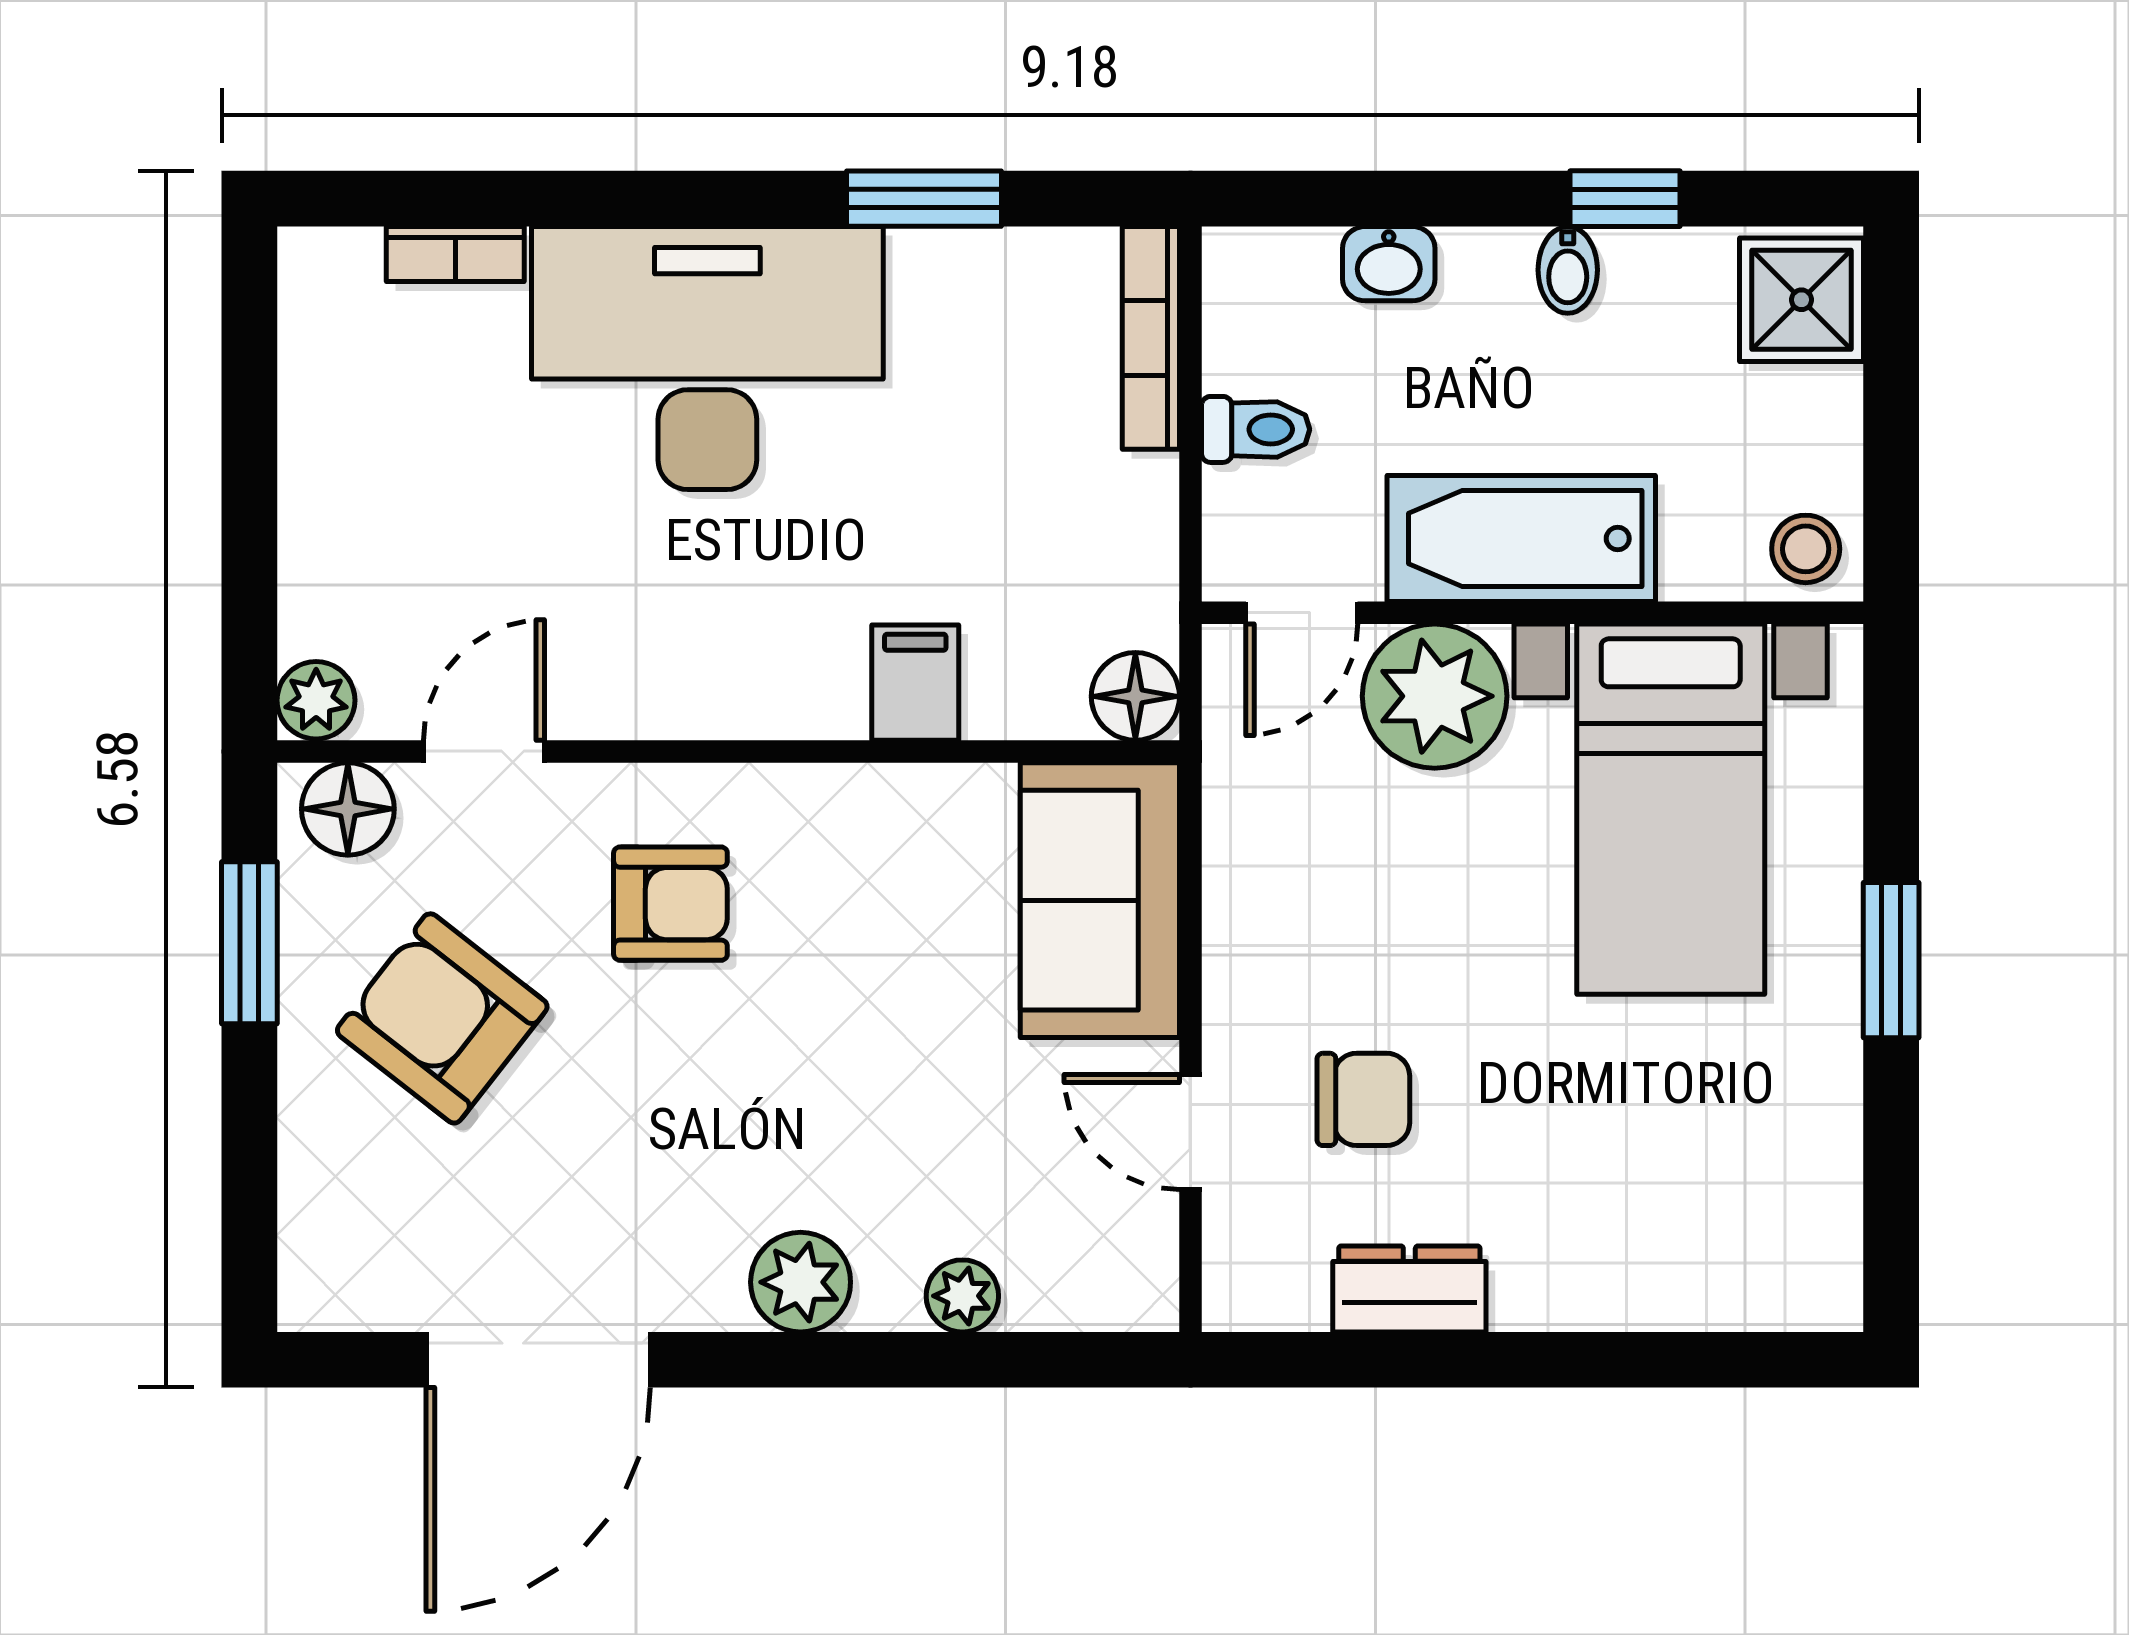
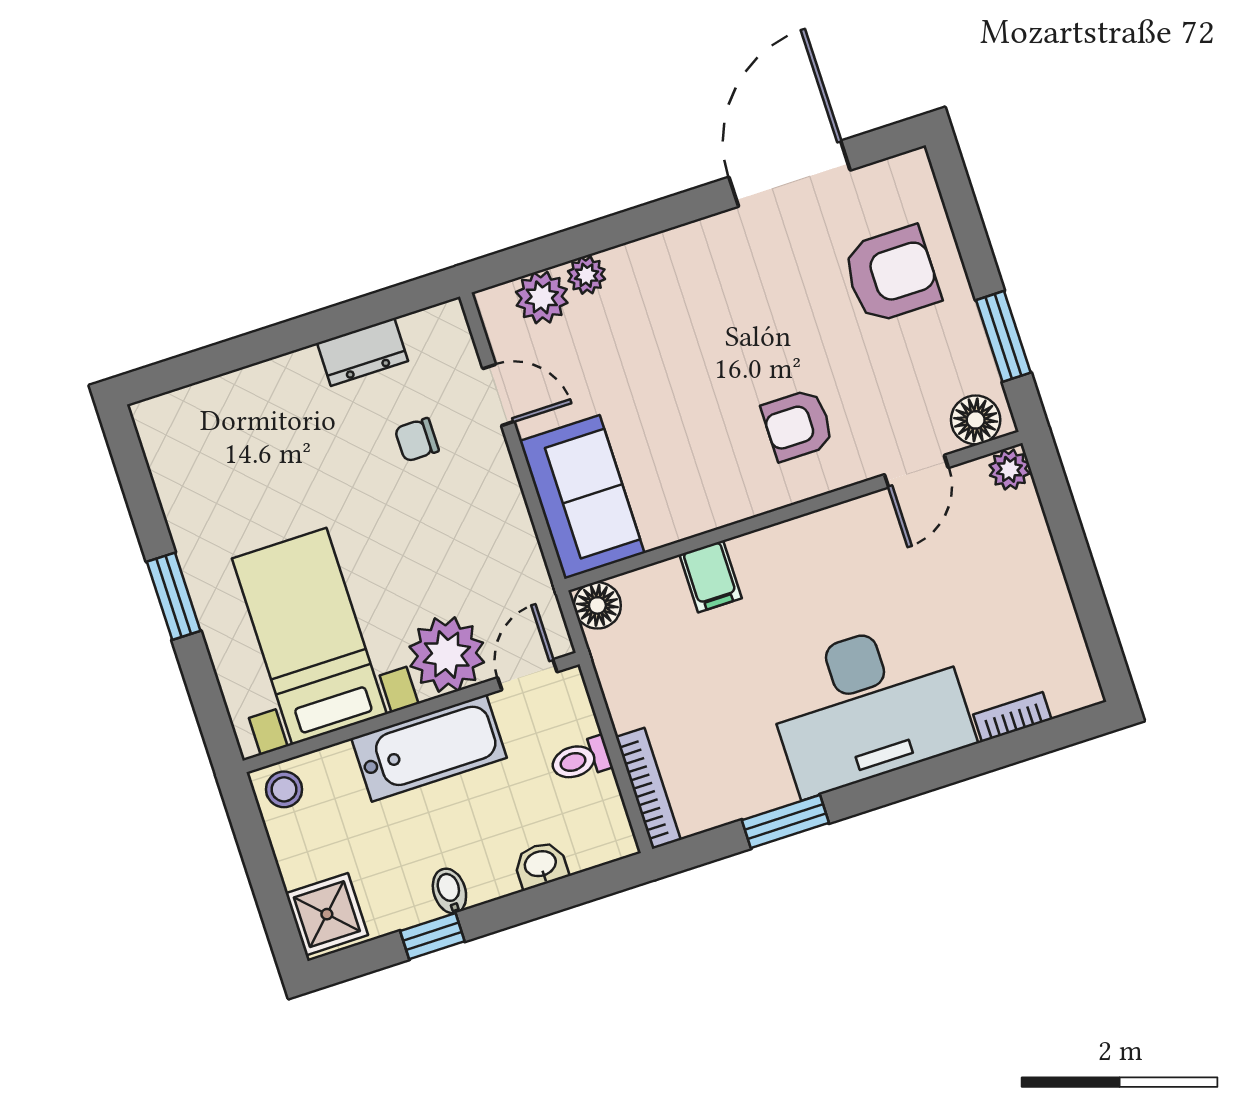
armchair: (442, 1018) -> (891, 275), moved, turned -38
chair: (1363, 1099) -> (417, 440), width x0.73, depth x0.73
plant: (801, 1282) -> (542, 297), moved

